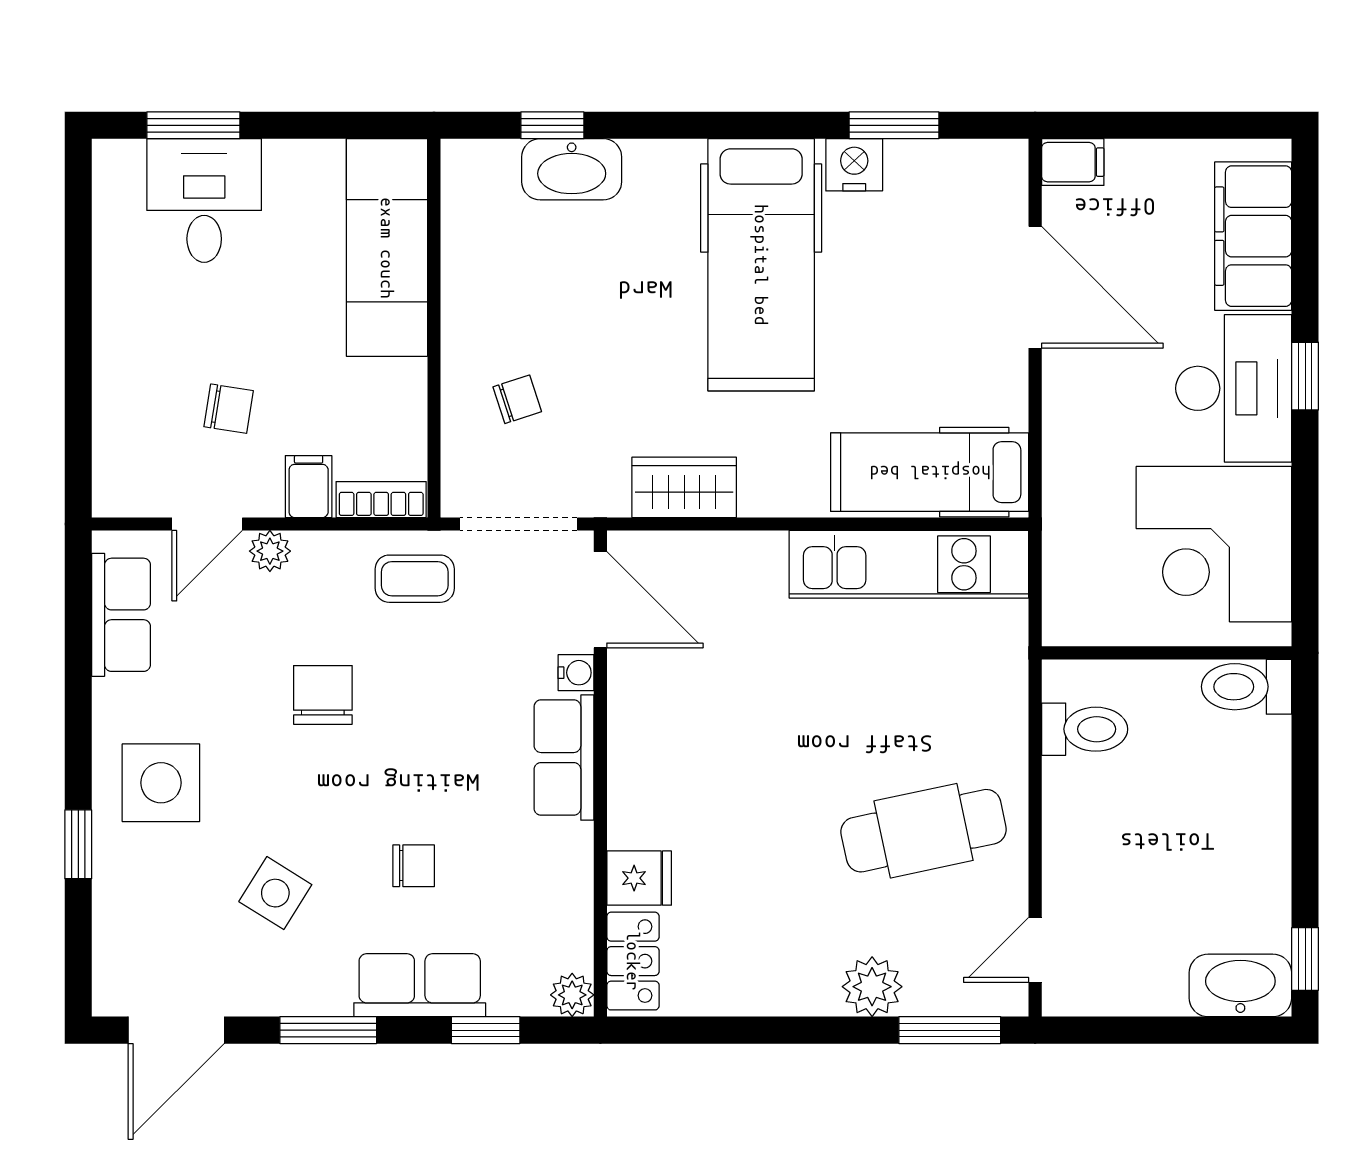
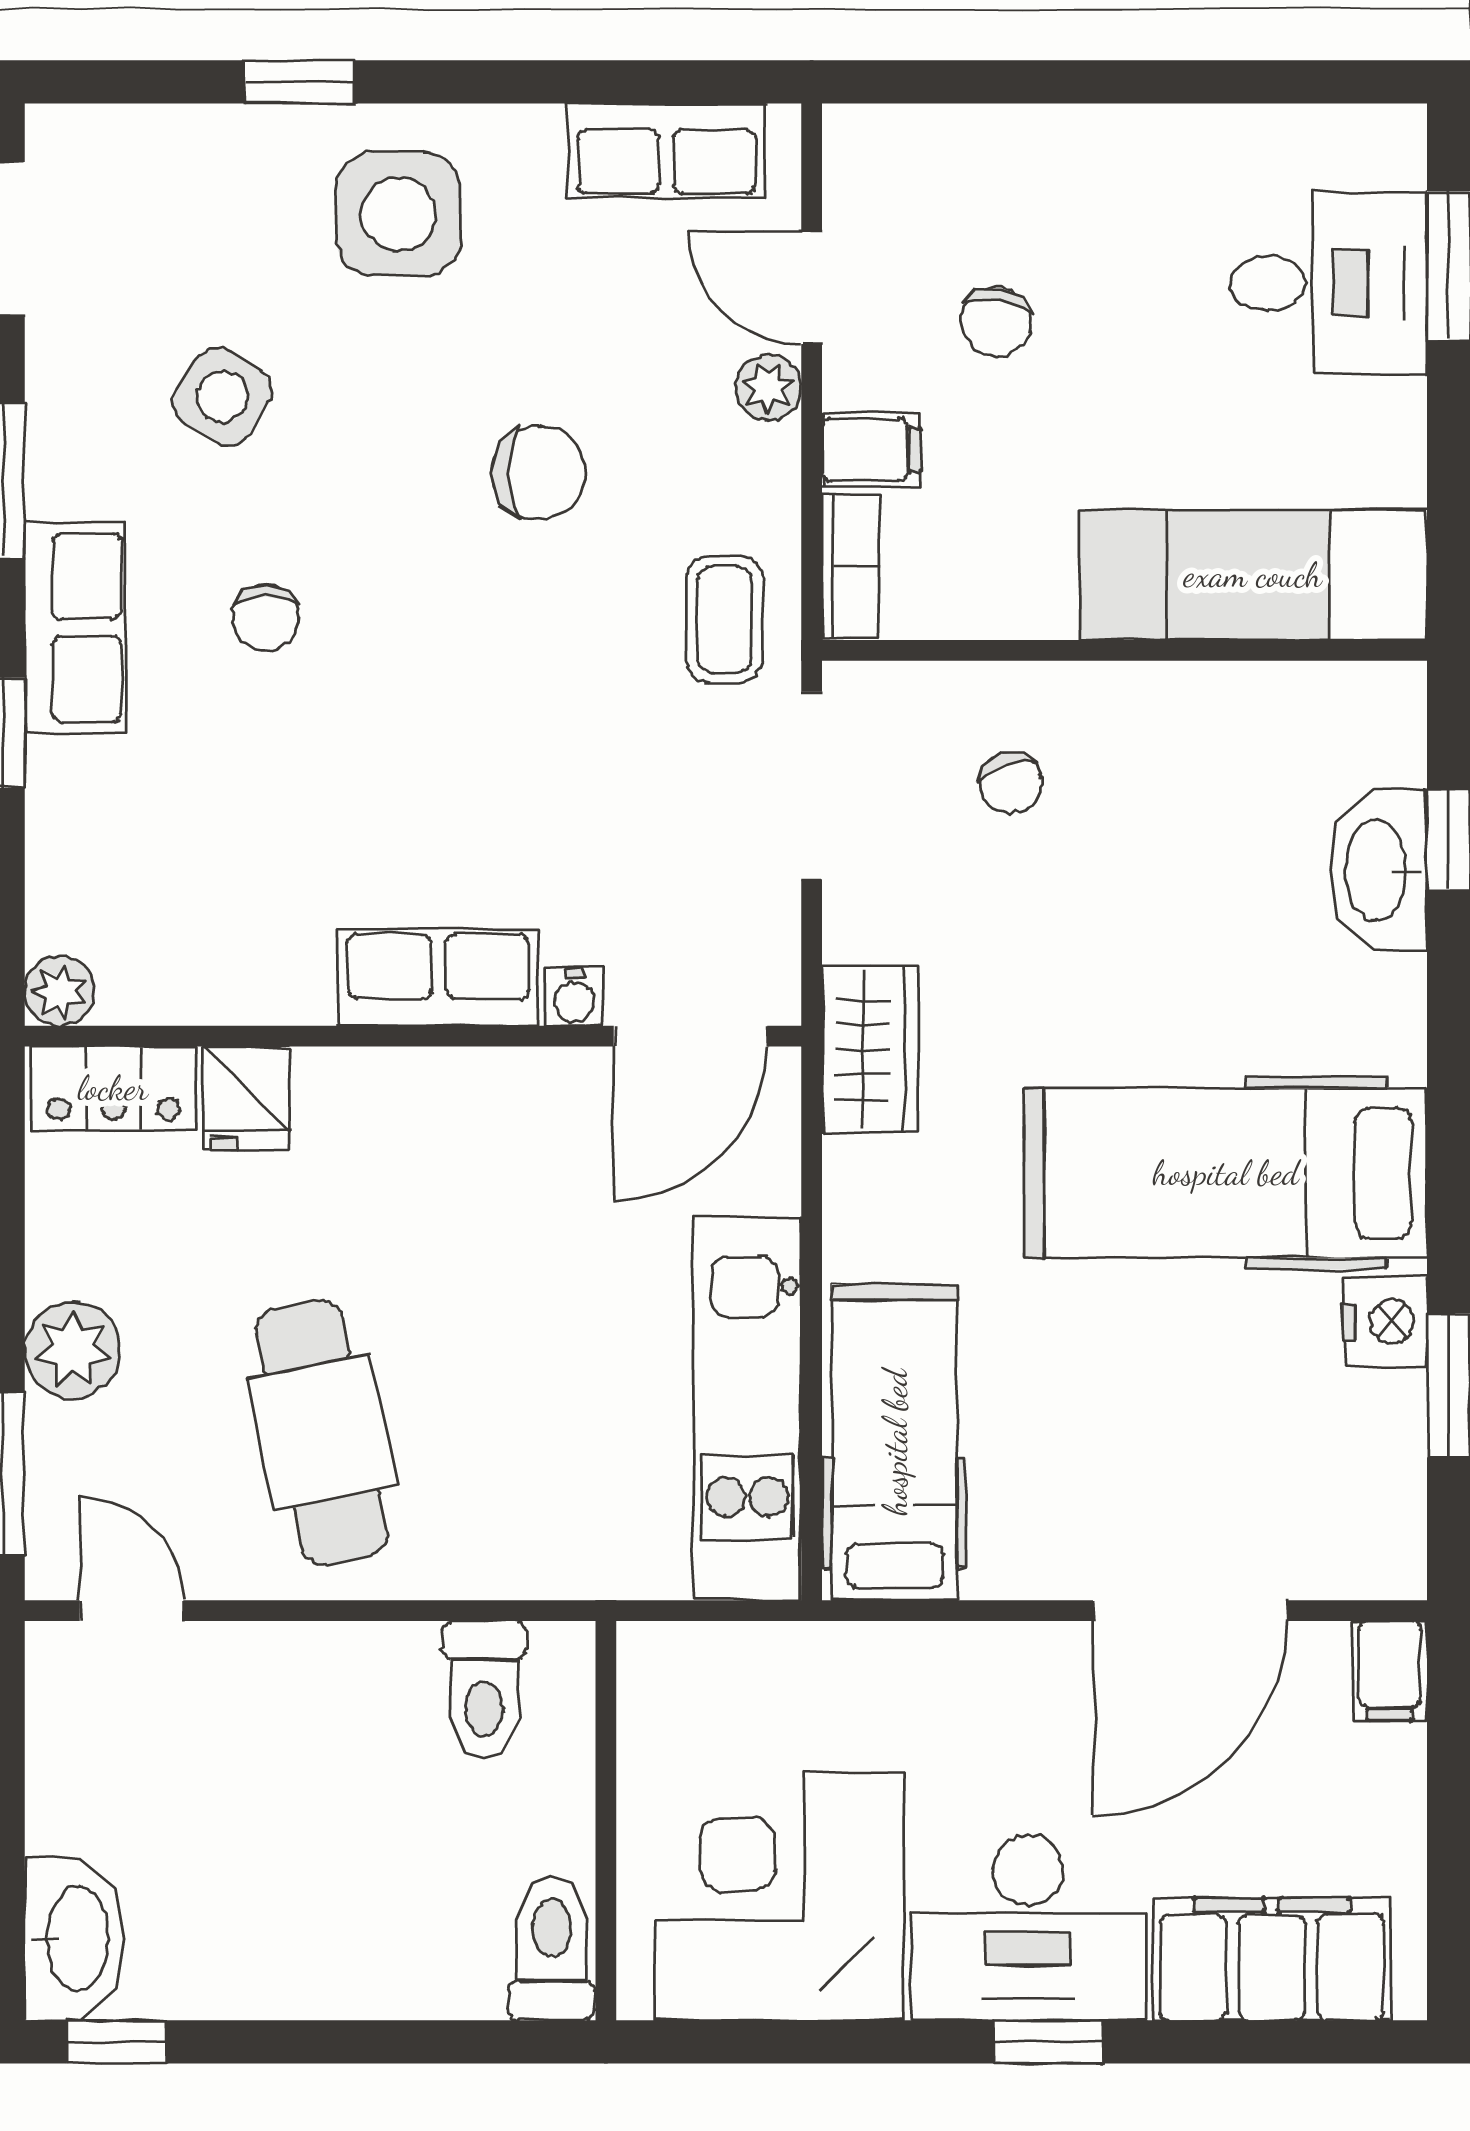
door: (600, 600) -> (691, 1036), moved
water cooler: (576, 673) -> (574, 997), moved
row of seats: (564, 758) -> (439, 978), moved
wall: (600, 774) -> (413, 1036), moved
fridge: (639, 878) -> (246, 1098), moved
locker: (633, 961) -> (113, 1088), moved
plant: (572, 995) -> (59, 991), moved

